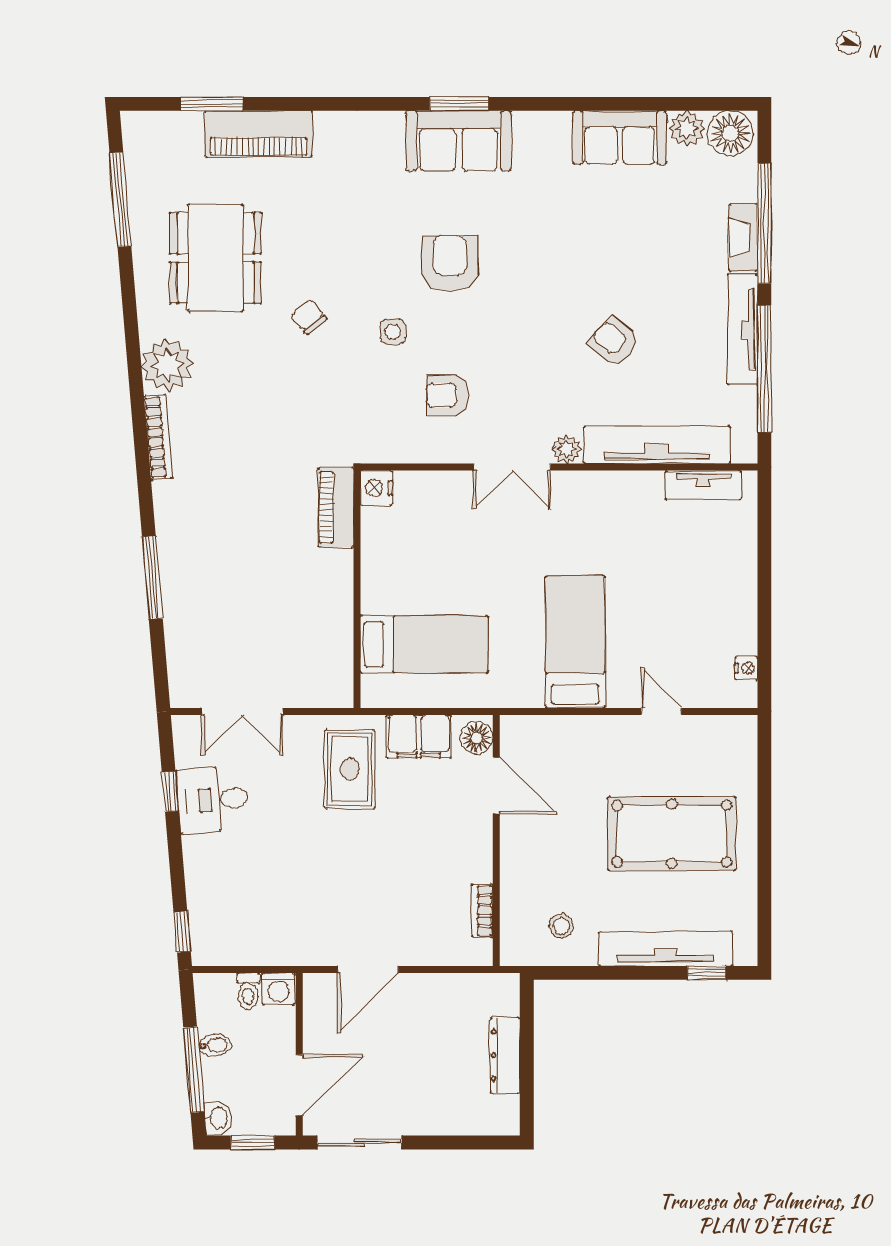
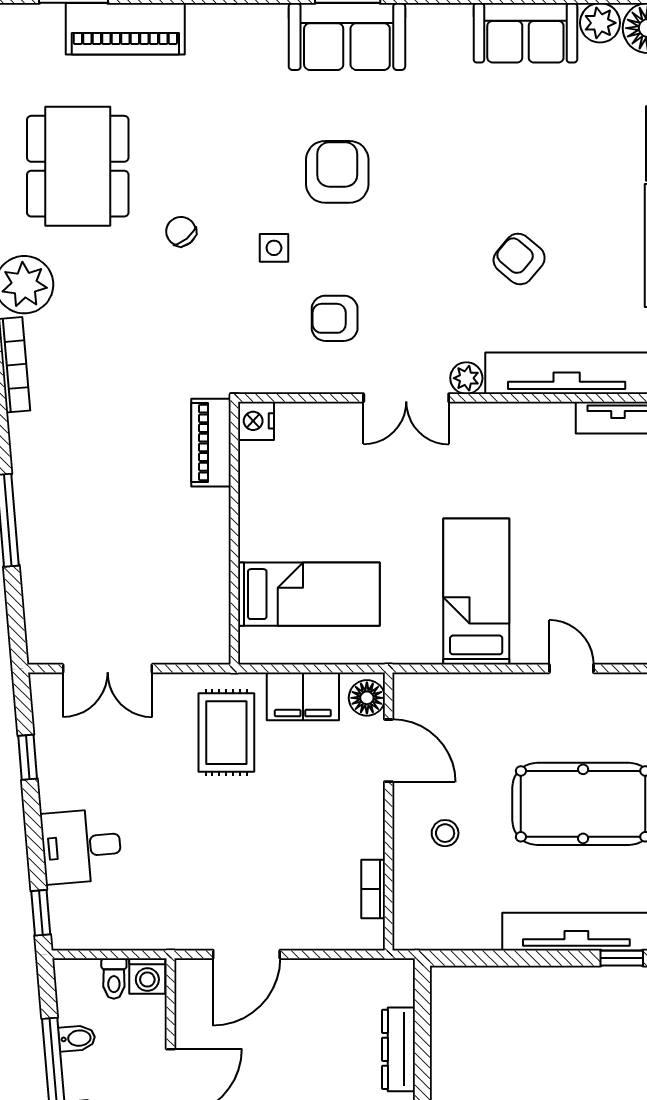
desk: (213, 800) -> (81, 846), moved
stool: (561, 926) -> (445, 833), moved

